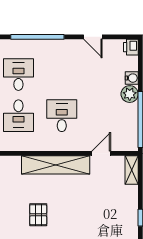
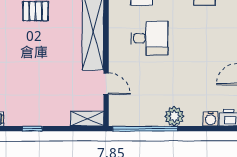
water cooler: (132, 78) -> (211, 119), moved

